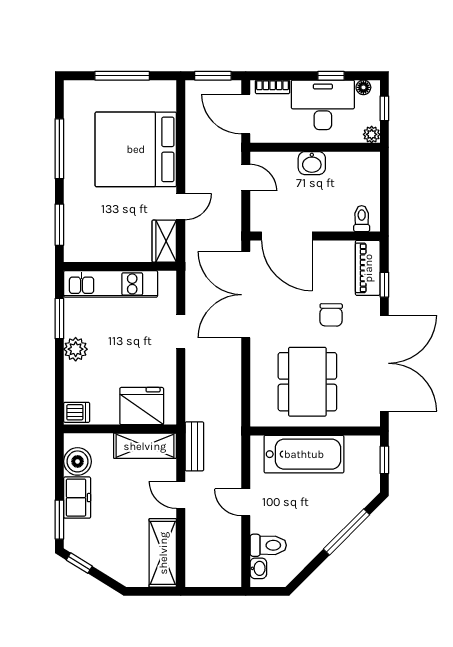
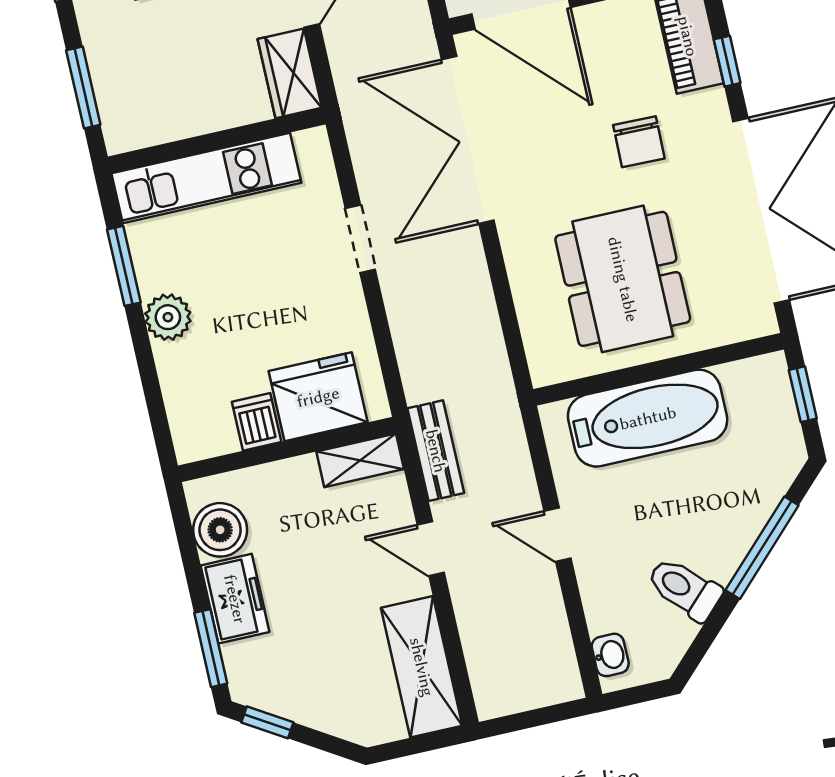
dishwasher: (77, 412) -> (257, 422), moved, turned -90
shelving: (145, 446) -> (360, 460), width x0.67, depth x0.75
toilet: (268, 545) -> (684, 589), moved, turned -135

